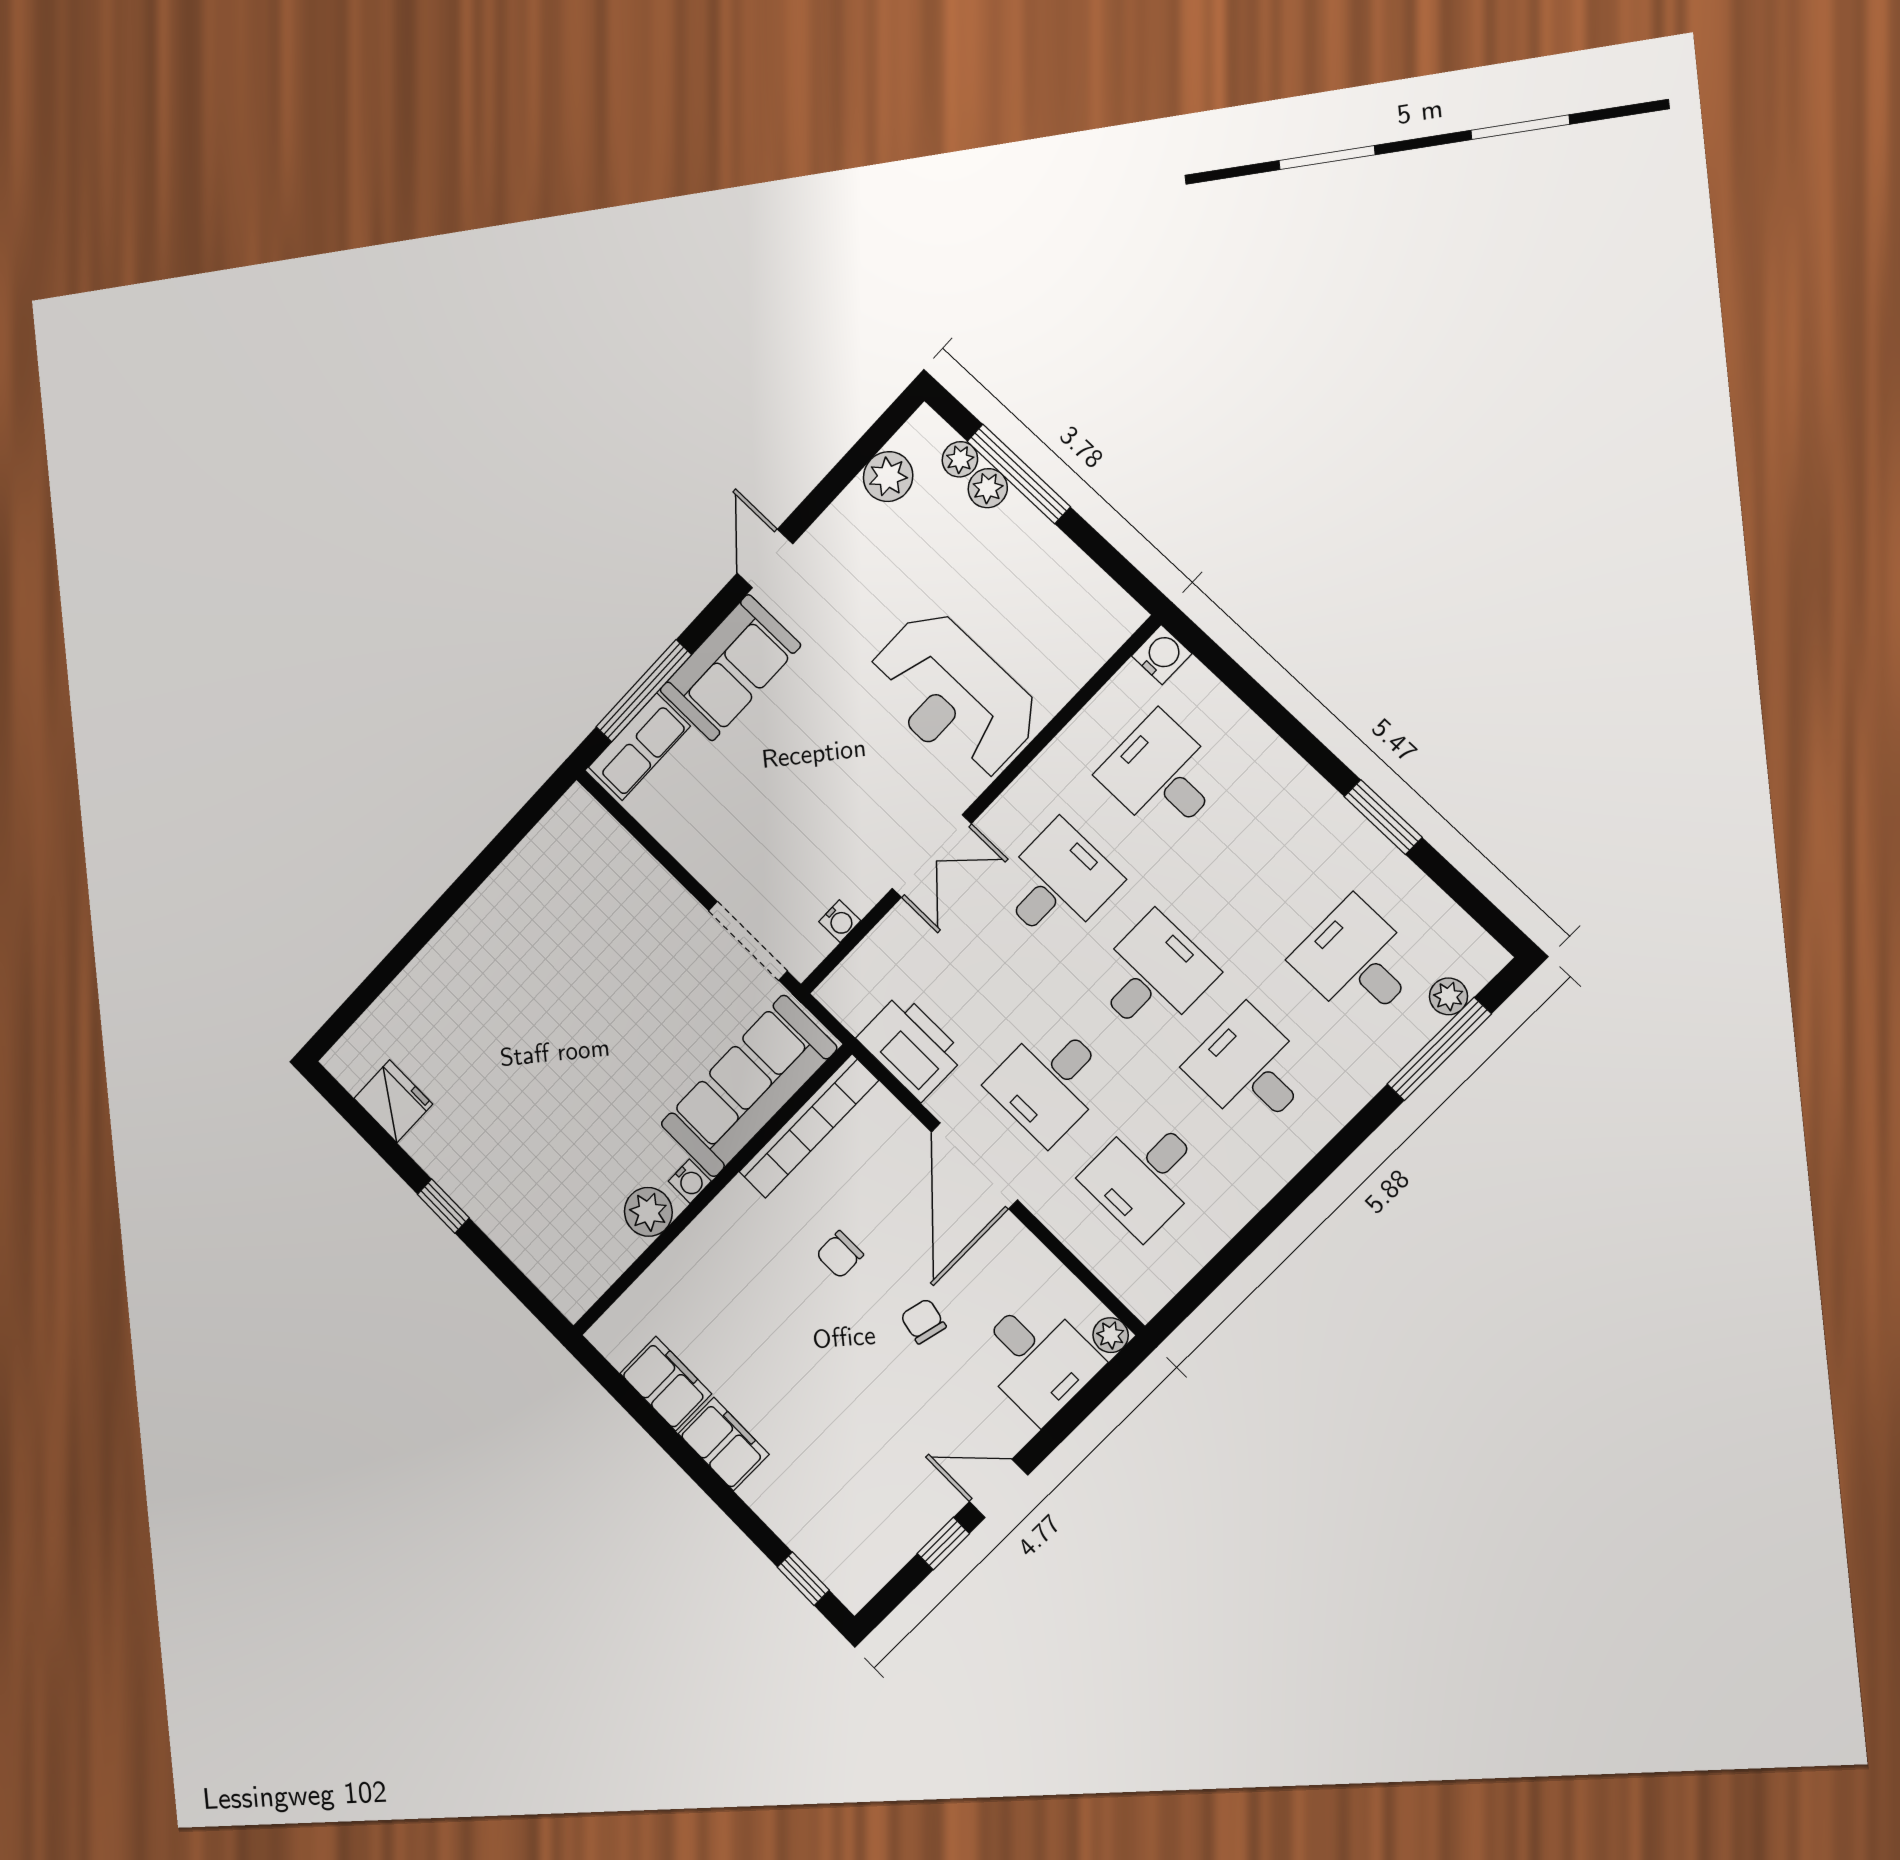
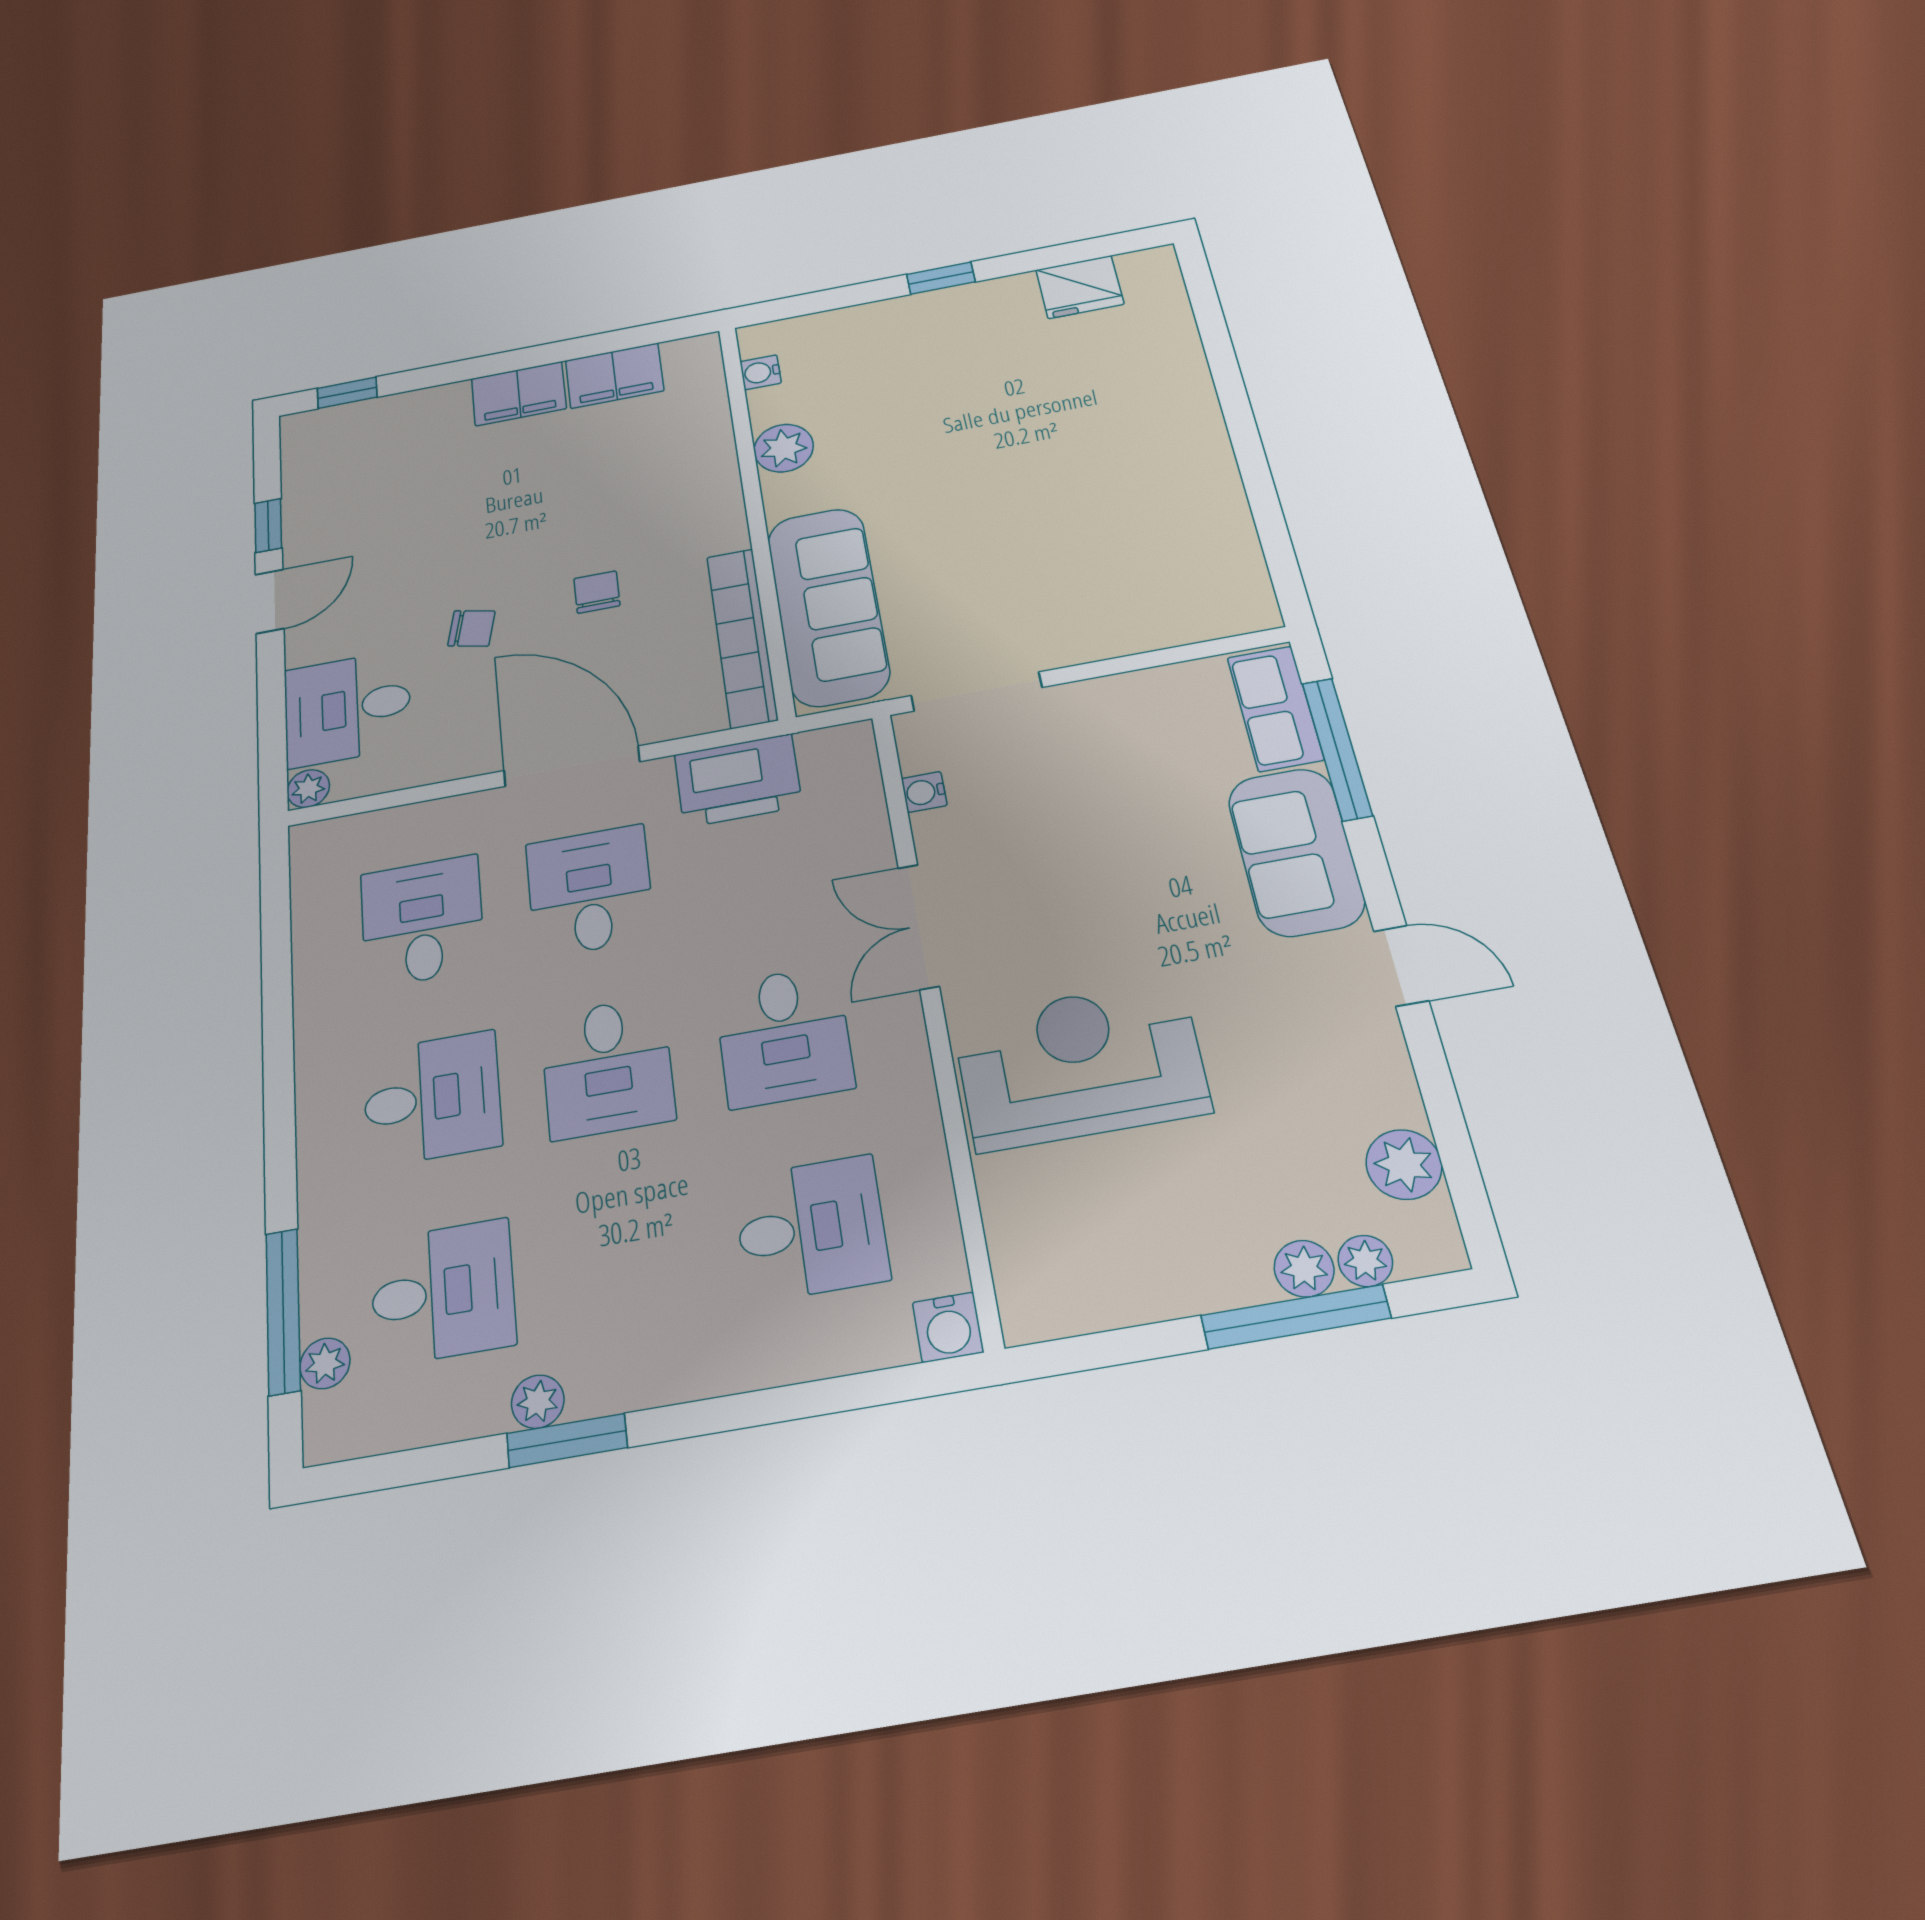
plant: (1375, 852) -> (538, 1402), added
water cooler: (690, 1181) -> (761, 372), moved

